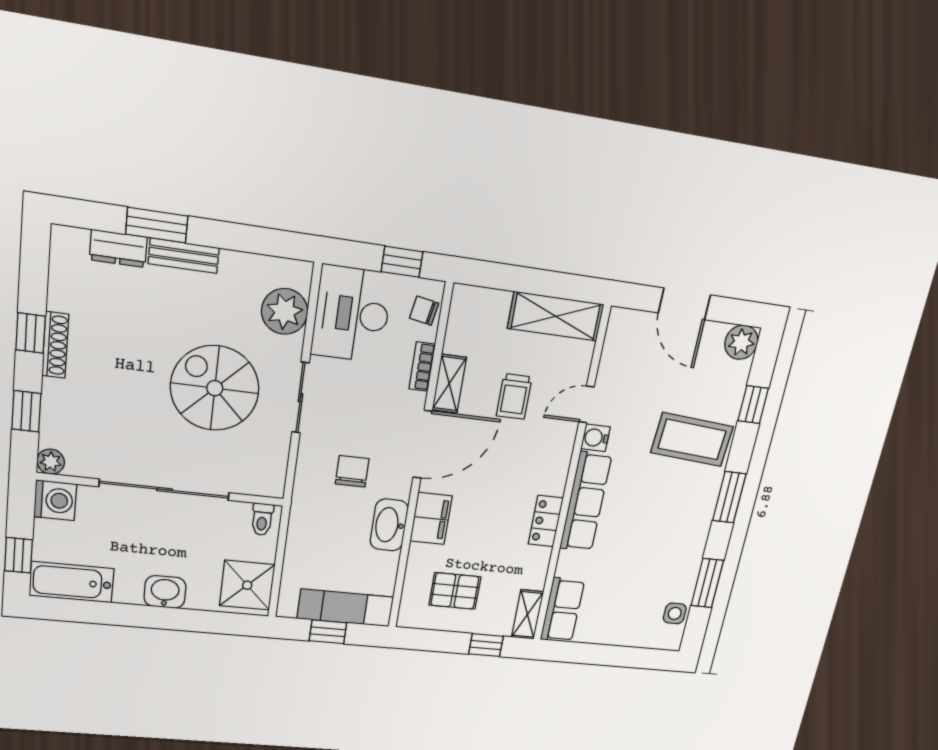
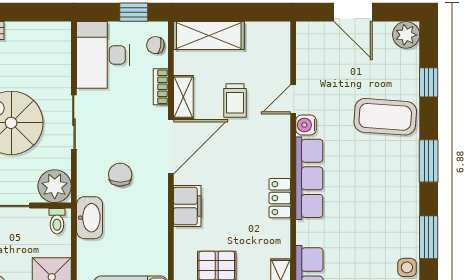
plant: (285, 311) -> (55, 186), moved
shelving: (556, 316) -> (209, 35), moved
washbasin: (389, 525) -> (90, 218), moved, turned 180

